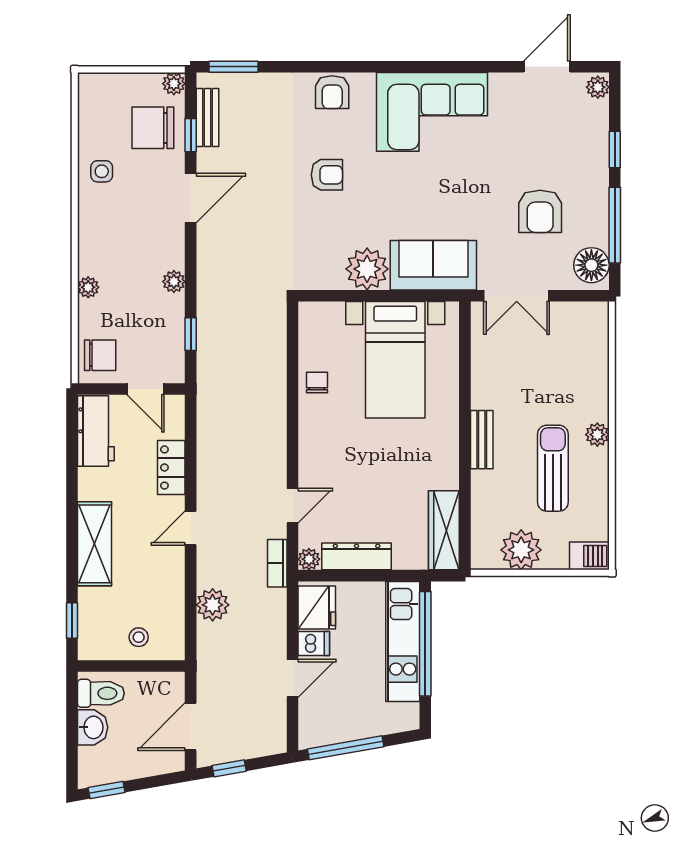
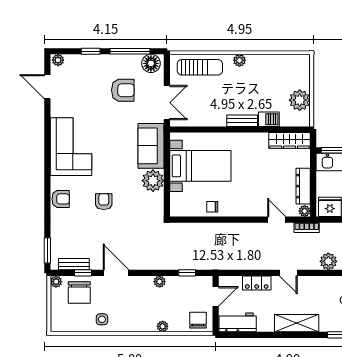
sun lounger: (553, 468) -> (200, 67), moved, turned 180
barbecue: (589, 556) -> (269, 119), moved, turned 90

